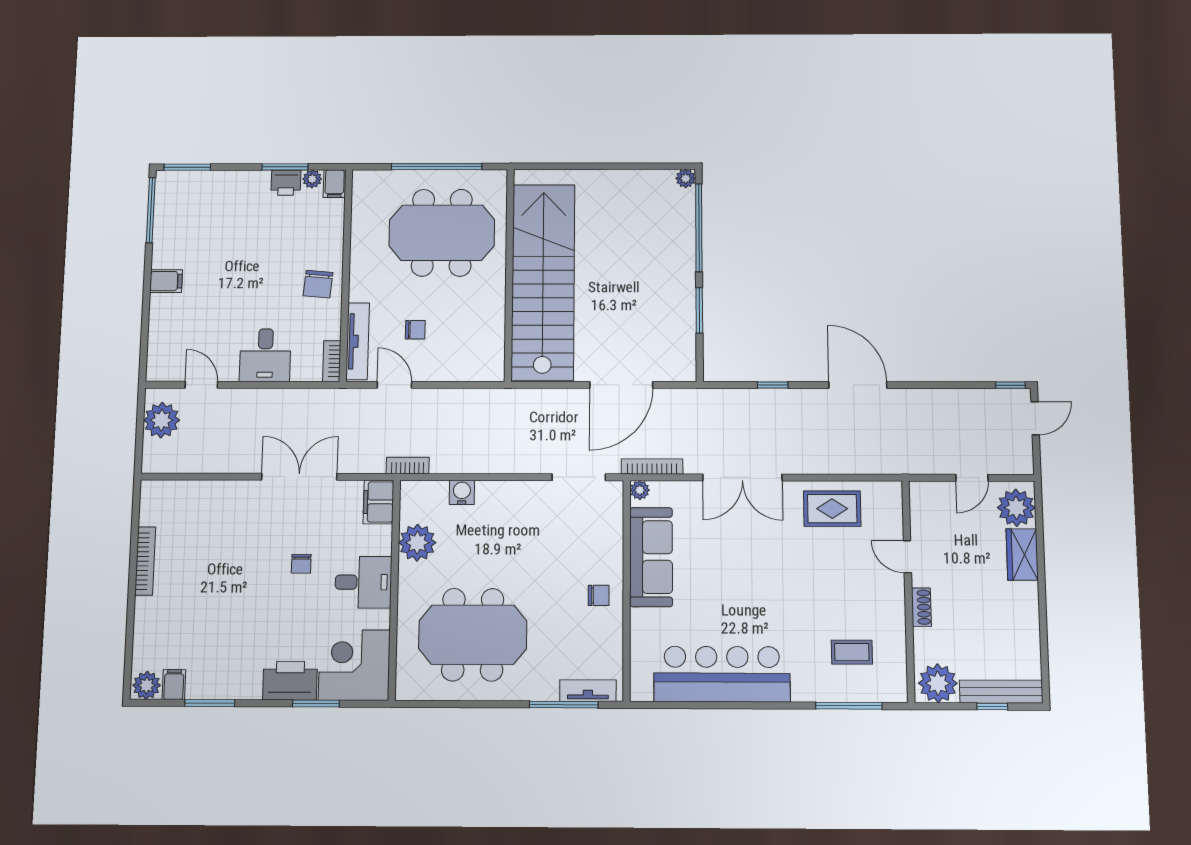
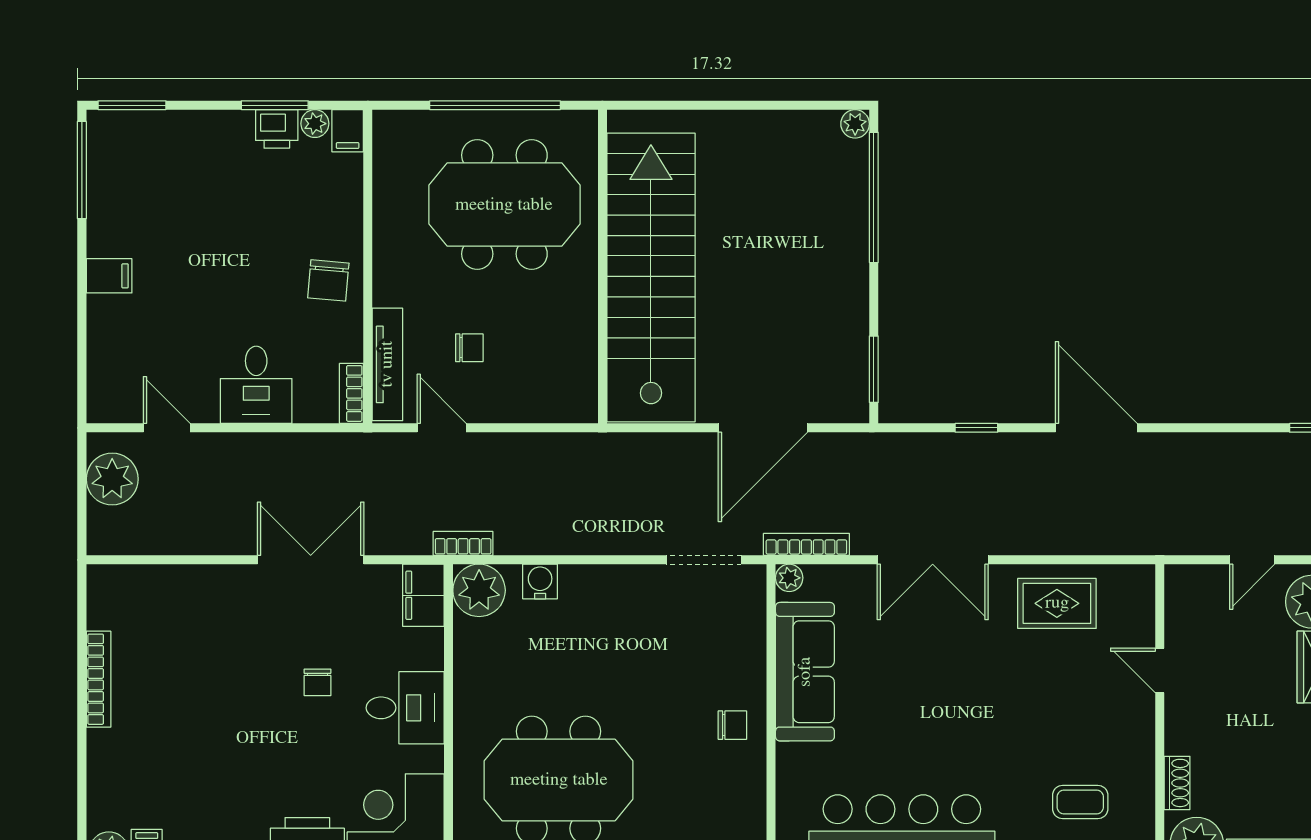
window: (699, 310) -> (874, 369), moved
plant: (417, 543) -> (479, 590), moved
shoe rack: (921, 607) -> (1177, 783), moved

